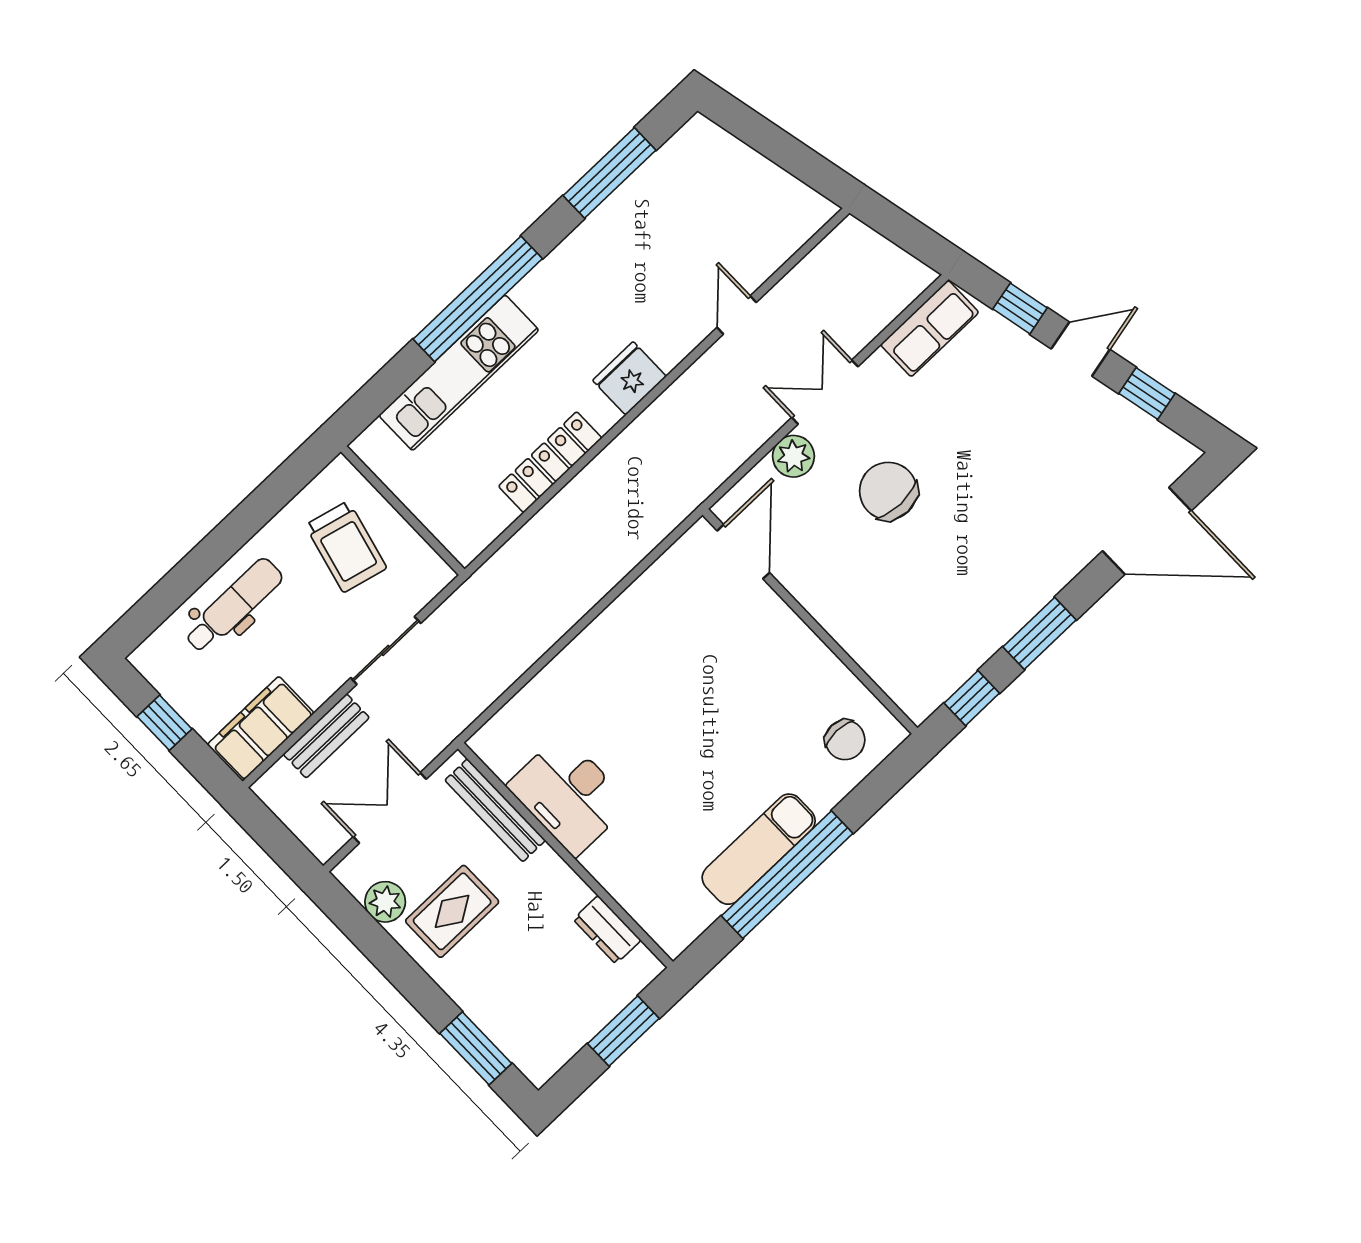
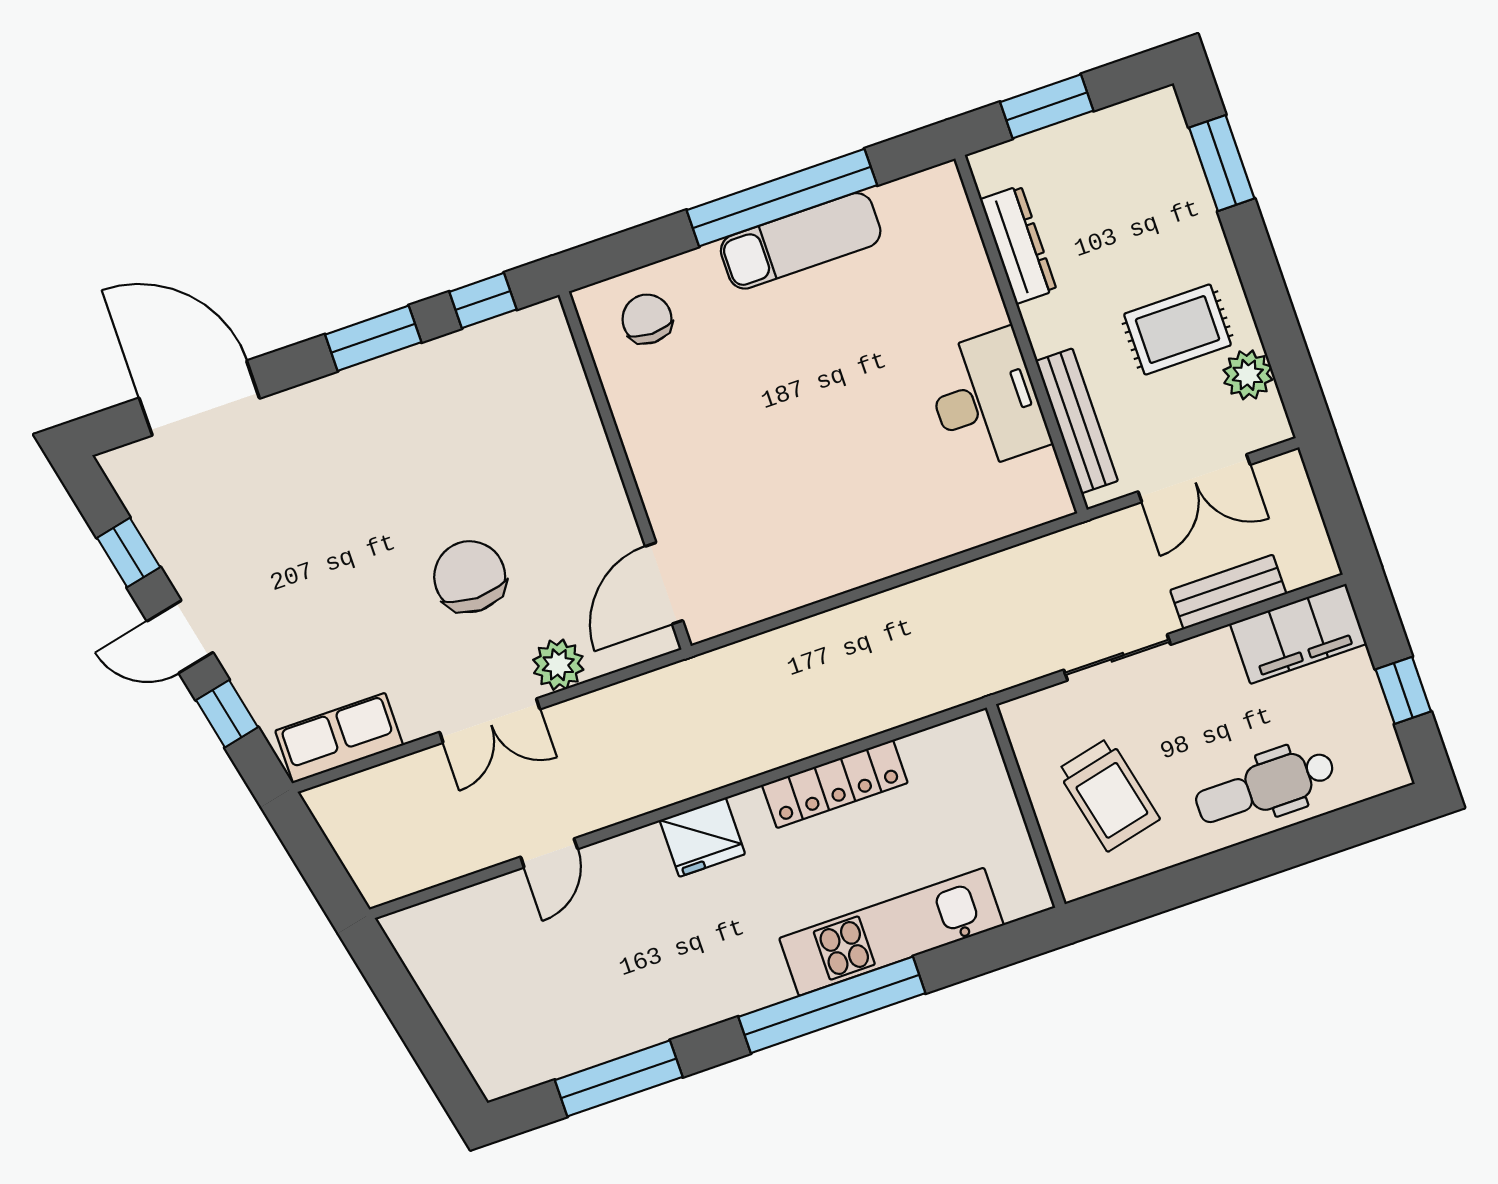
chair: (888, 491) -> (470, 577), turned 180
trolley: (346, 547) -> (1108, 795), turned 153
dresser: (607, 930) -> (1018, 245), width x1.44

